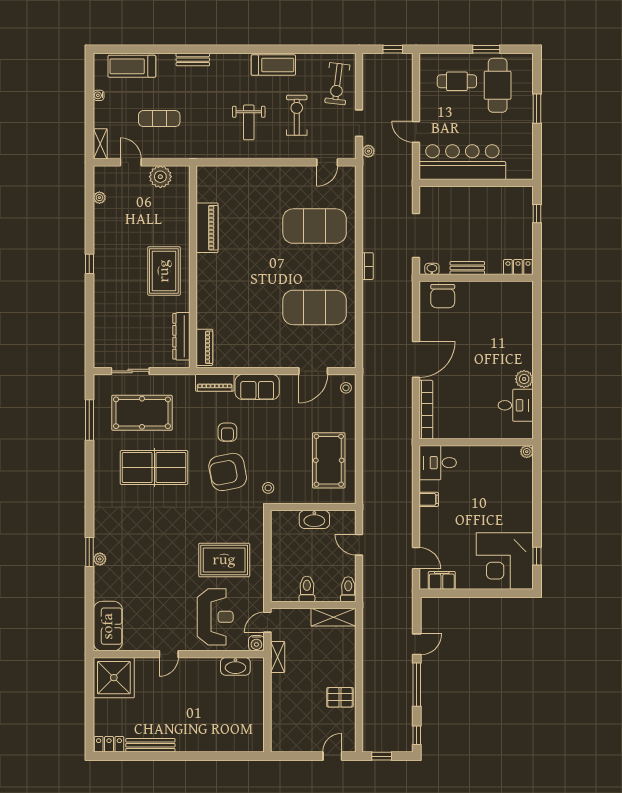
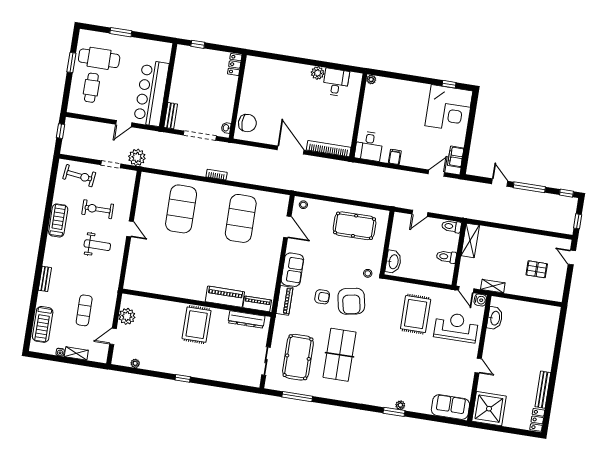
shelving: (100, 144) -> (76, 353), moved
plant: (368, 151) -> (137, 157), width x1.88, depth x1.88
door: (327, 162) -> (130, 229), moved
piano: (207, 228) -> (225, 297), moved
bench: (467, 268) -> (171, 116), moved
rug: (164, 271) -> (197, 325), turned 90
washbasin: (314, 519) -> (393, 262), moved
pallet: (340, 697) -> (537, 269), moved, turned 90

